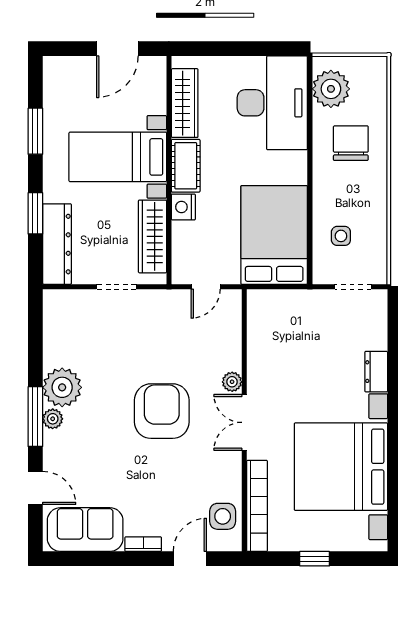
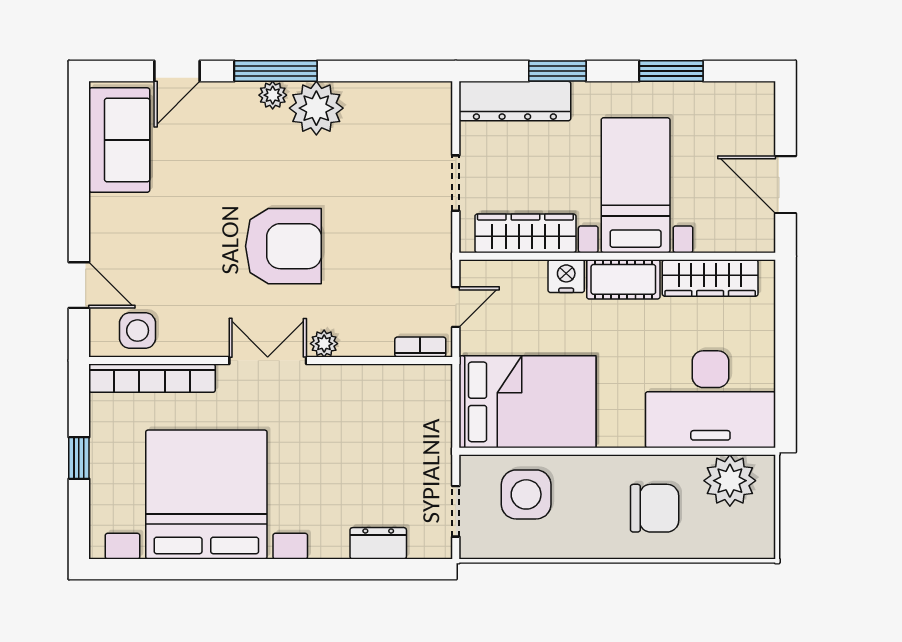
side table: (341, 236) -> (526, 494), width x1.87, depth x1.87
door: (206, 287) -> (456, 307), swing flipped
dresser: (376, 372) -> (378, 543), moved
bookcase: (143, 544) -> (420, 347), moved, turned -90

